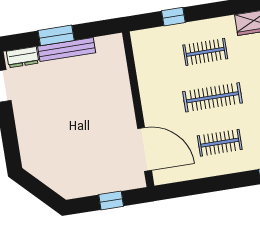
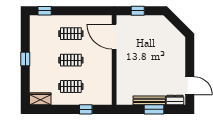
clothes rail: (212, 97) -> (71, 60), width x0.73

